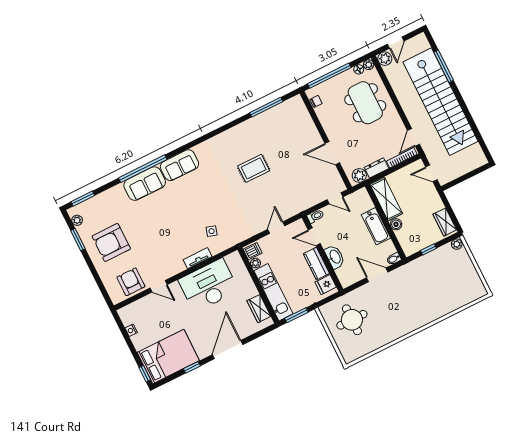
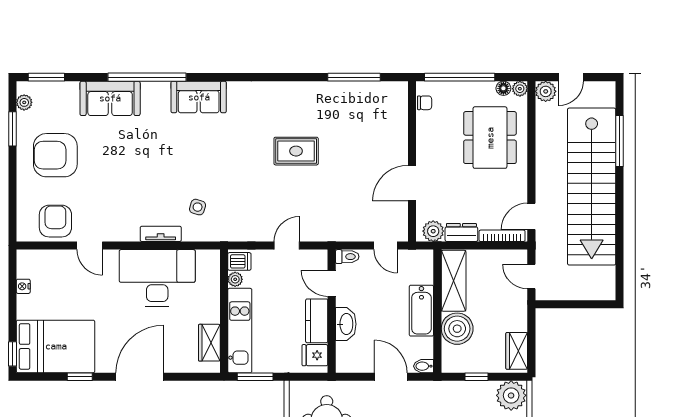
door: (332, 153) -> (412, 183), hinge flipped
sofa: (145, 184) -> (110, 98), moved
boiler: (396, 224) -> (457, 329), width x1.86, depth x1.86
plant: (457, 244) -> (511, 395), width x1.87, depth x1.87

